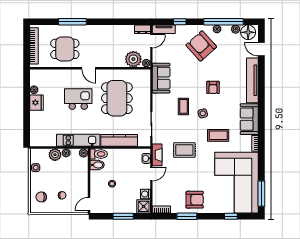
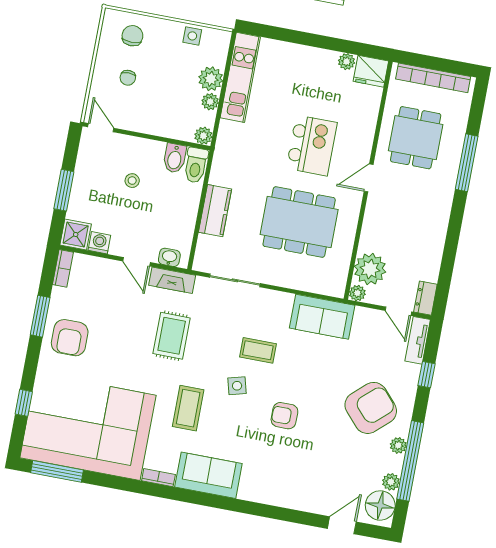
tv unit: (252, 80) -> (284, 496), removed
fridge: (36, 103) -> (371, 71), moved
kitchen unit: (78, 140) -> (240, 77), moved
kitchen counter: (119, 140) -> (215, 211), width x0.67

